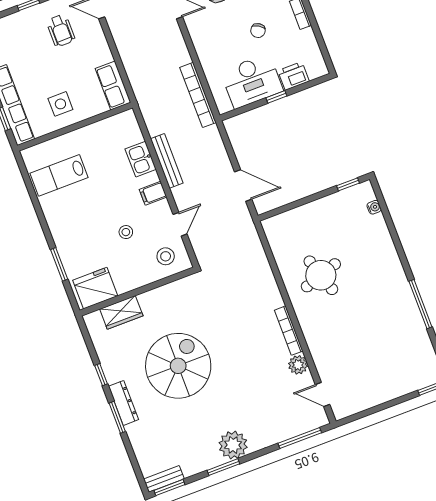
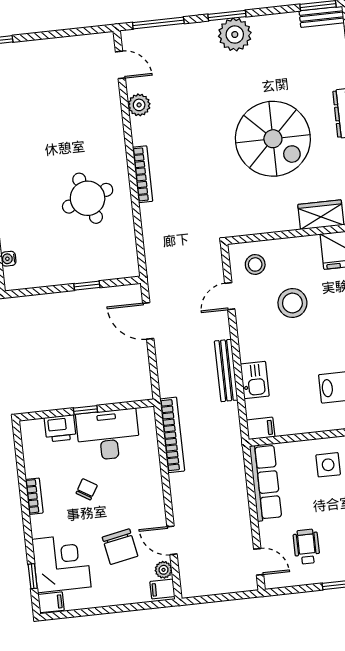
row of seats: (113, 85) -> (265, 482), width x1.48
window: (348, 184) -> (87, 286), moved
filing cabinet: (153, 193) -> (261, 428), moved
stool: (126, 232) -> (292, 303), width x1.89, depth x1.89
bookcase: (289, 331) -> (143, 174), moved
spiral stairs: (178, 366) -> (273, 139), turned -90
window: (223, 467) -> (227, 15), moved

